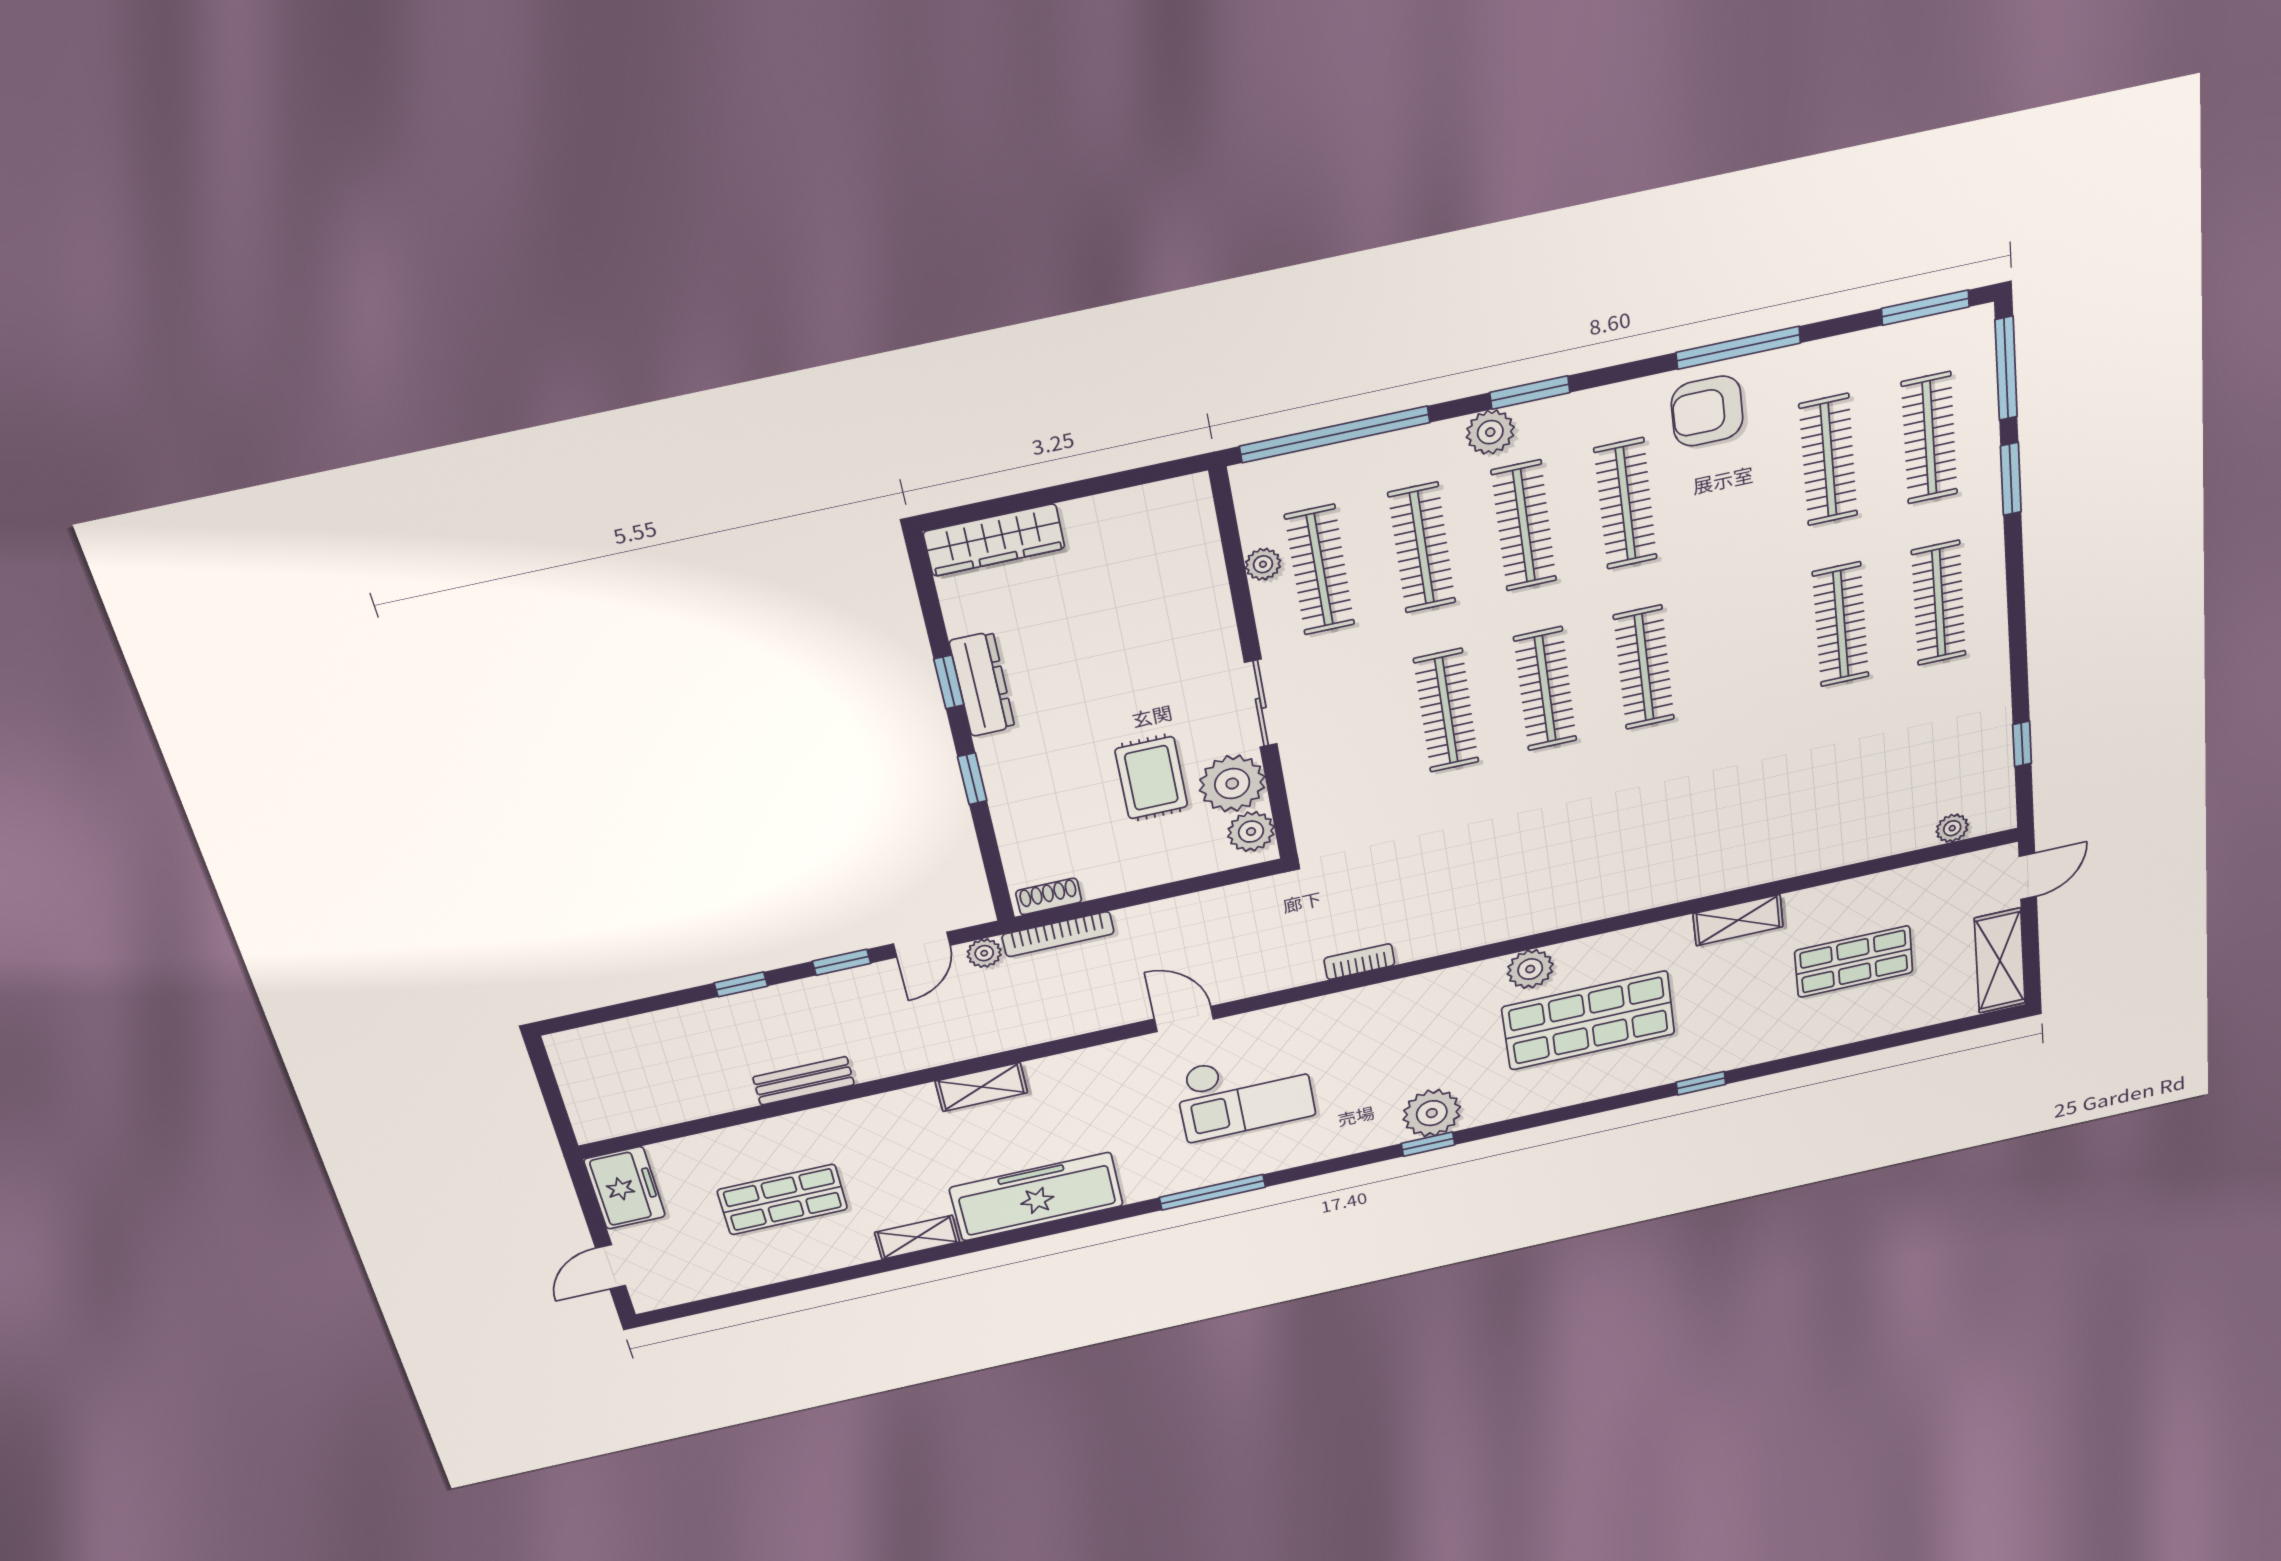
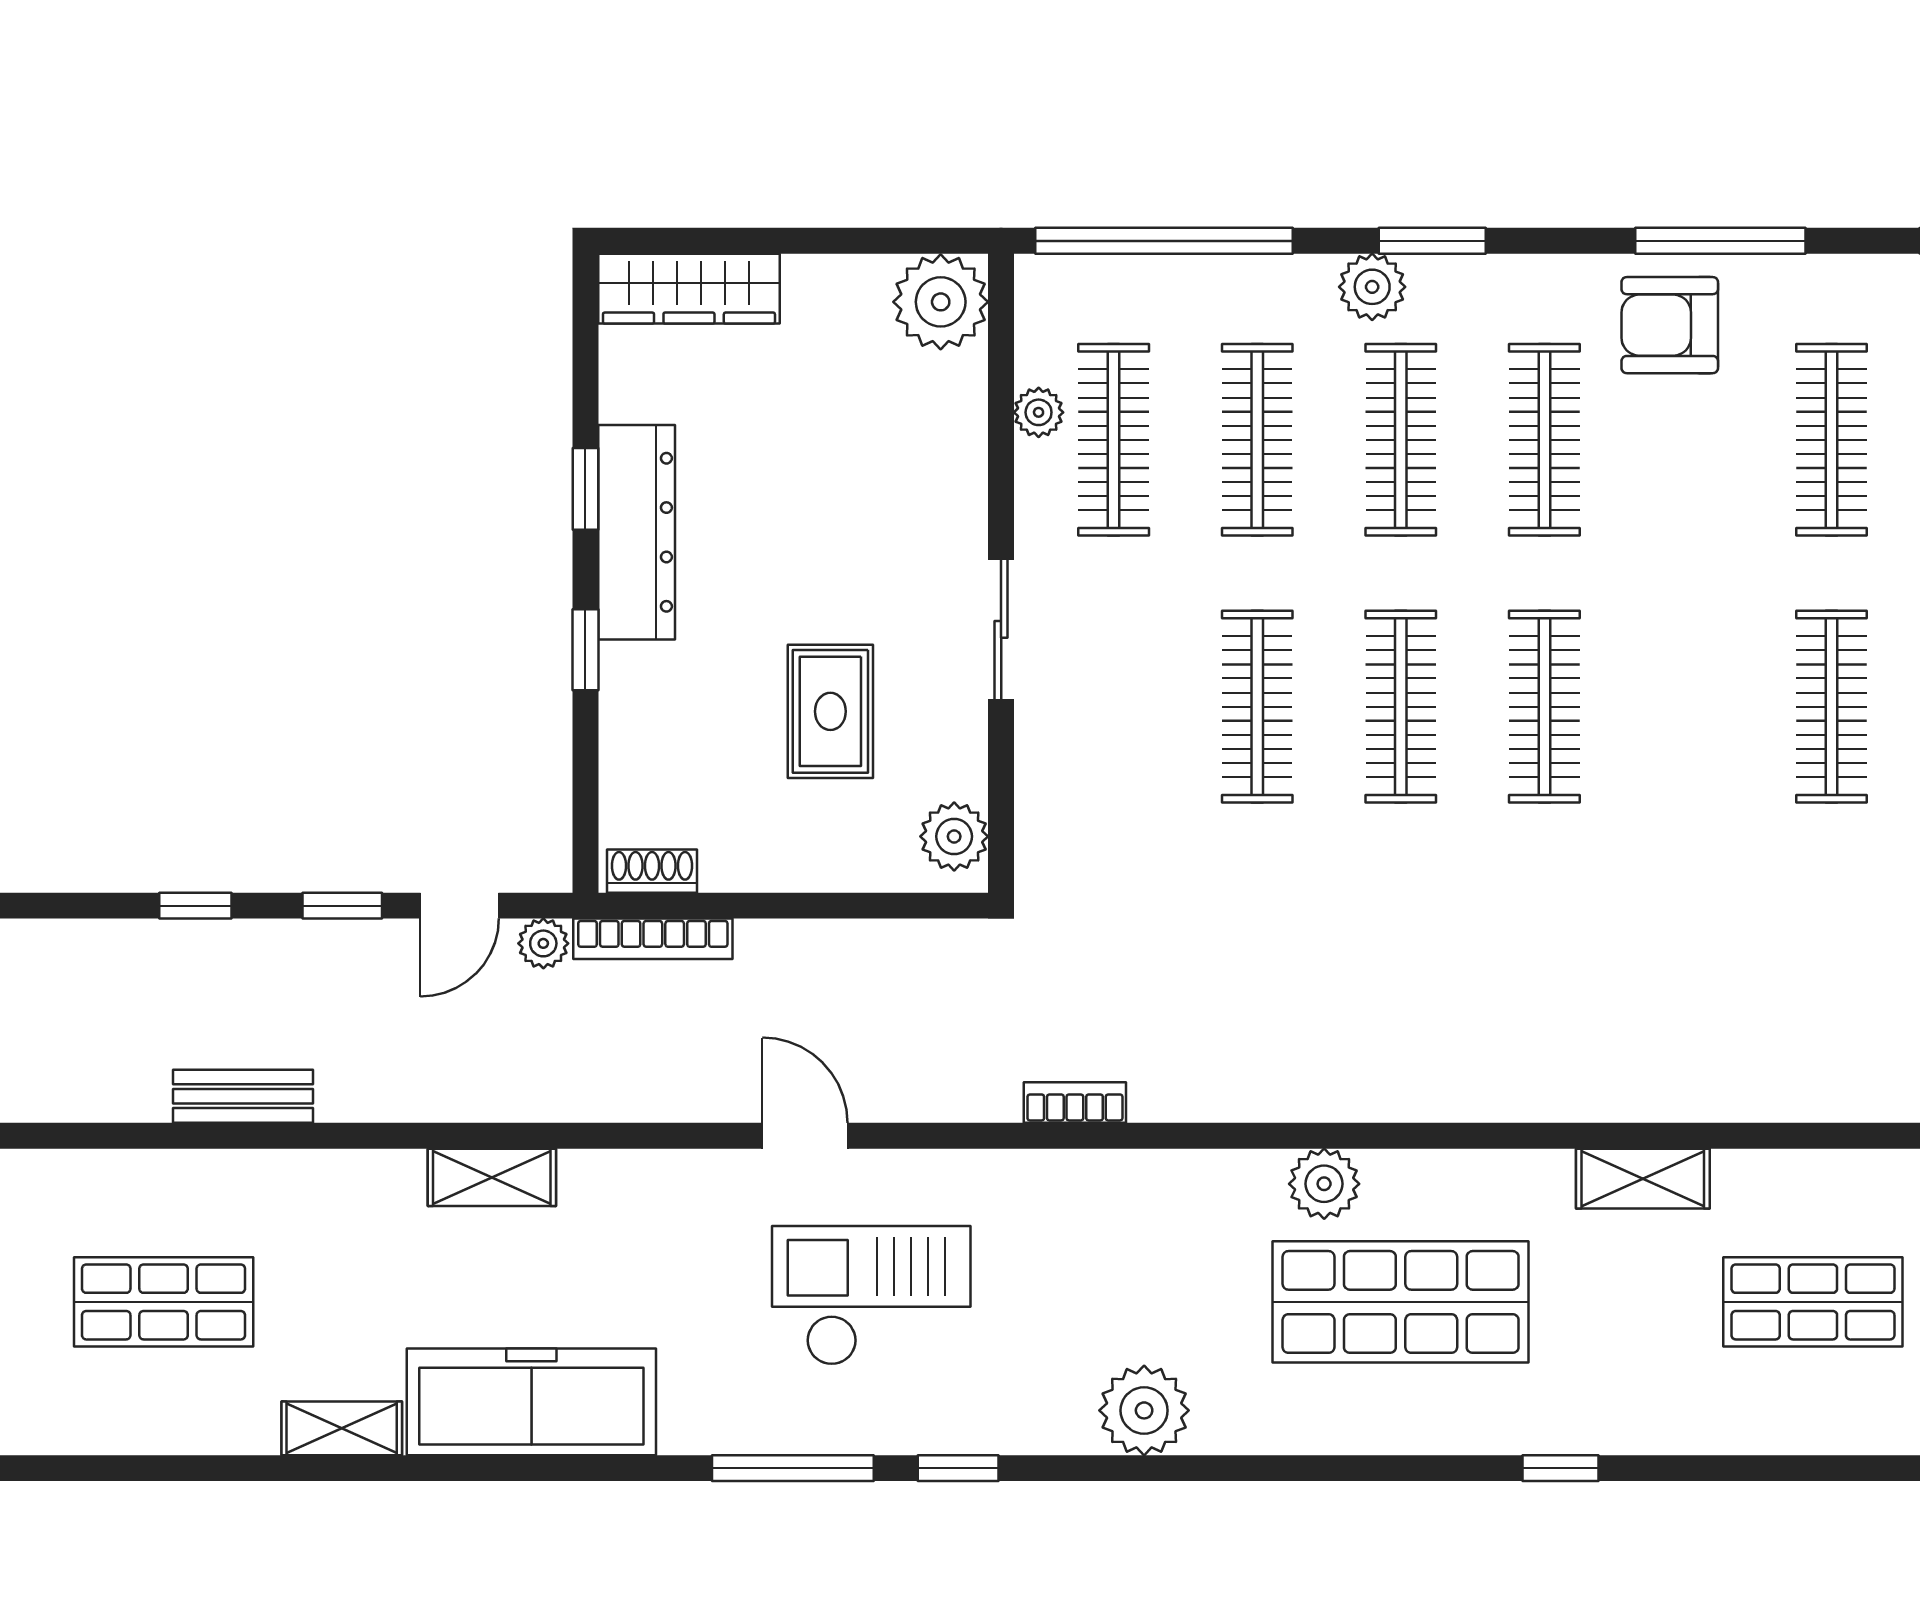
dresser: (982, 684) -> (637, 532), width x1.37, depth x1.24
plant: (1232, 784) -> (941, 302), moved
checkout: (1245, 1093) -> (871, 1296), turned 180
window: (1428, 1144) -> (958, 1468), moved

